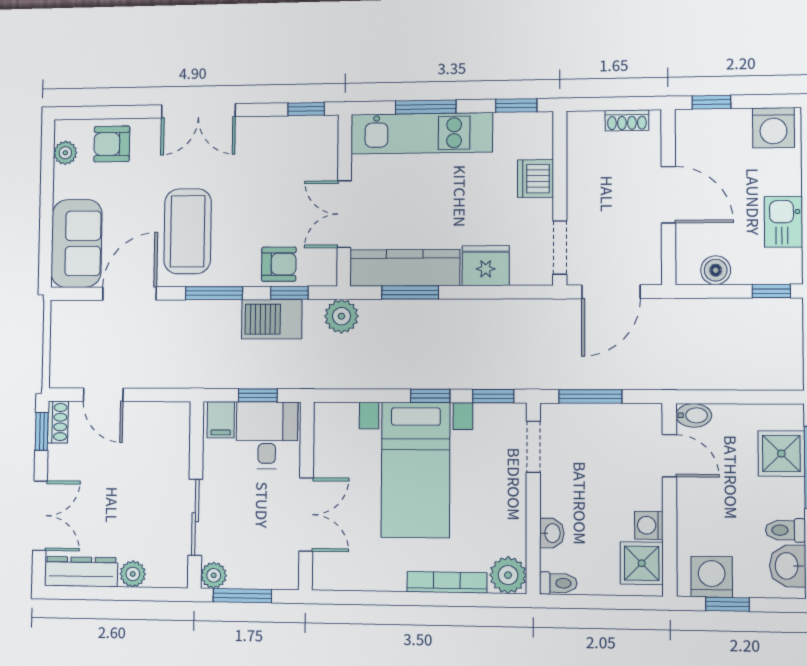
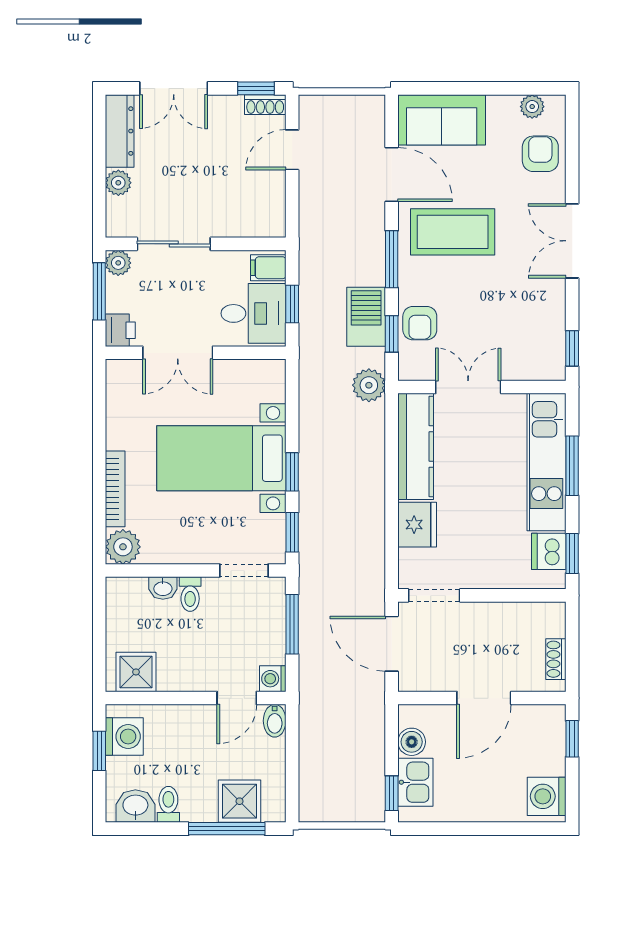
dishwasher: (535, 179) -> (549, 551), moved, turned -90
kitchen sink: (783, 222) -> (415, 782), moved, turned 90
window: (410, 292) -> (392, 452), removed
washing machine: (649, 525) -> (273, 679), moved, turned -90
printer: (282, 574) -> (120, 330), added
toilet: (558, 583) -> (190, 594), moved

